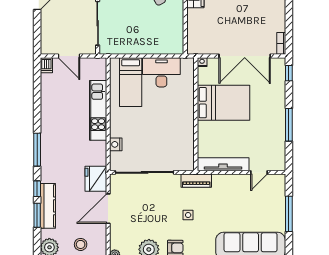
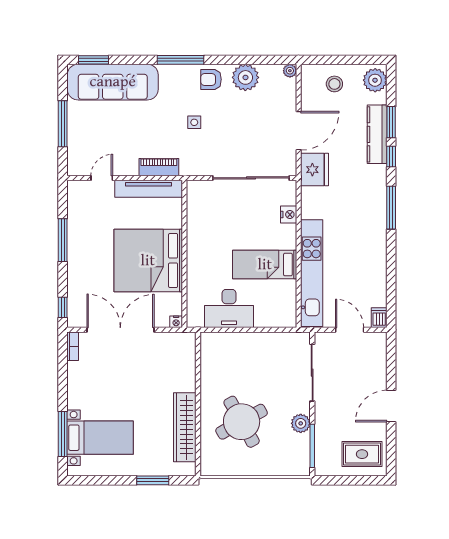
bed: (131, 82) -> (265, 265), moved, turned -90
bed: (223, 103) -> (148, 261), width x1.36
kitchen unit: (98, 110) -> (312, 273), width x1.36
piano: (196, 181) -> (159, 167), moved

